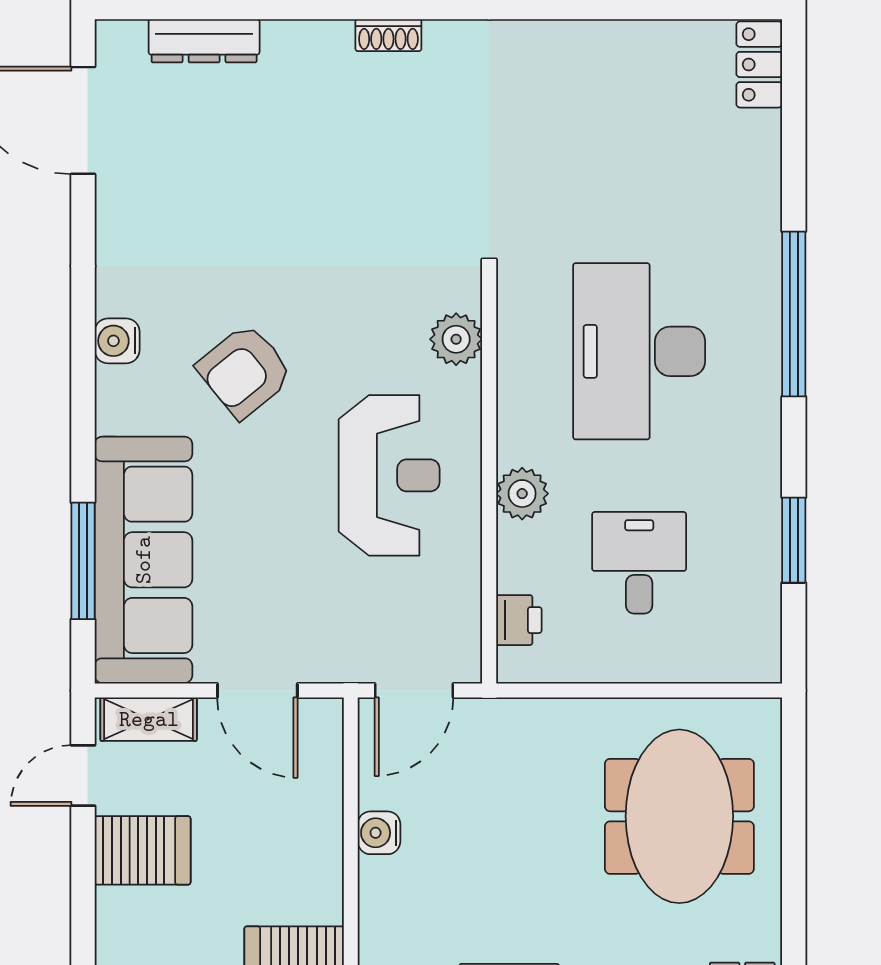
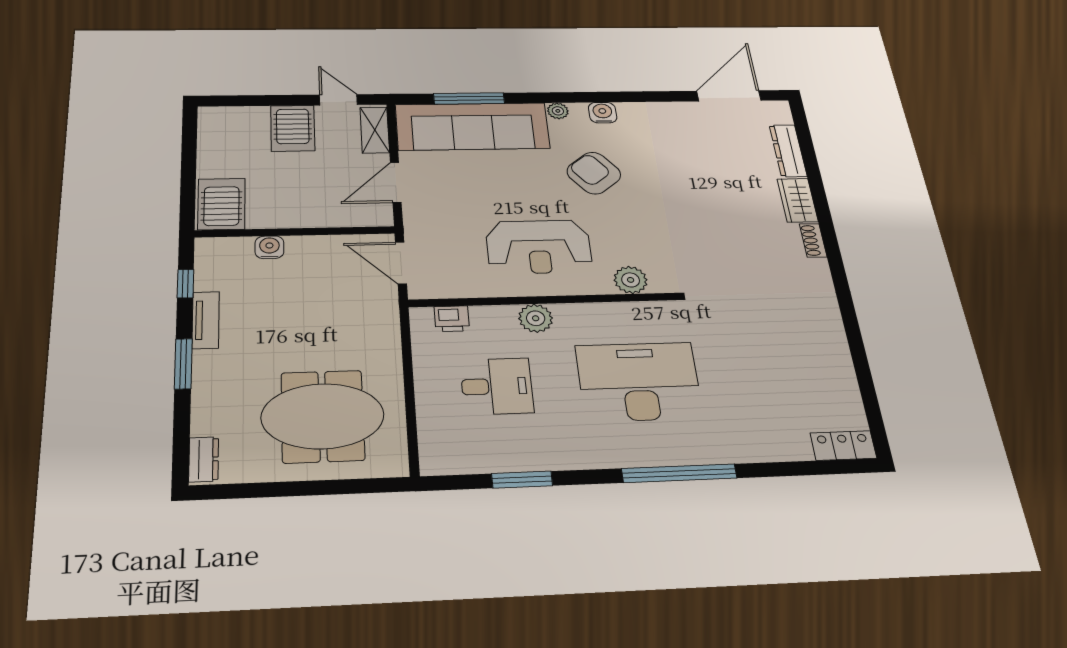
wardrobe: (307, 45) -> (798, 200), added
plant: (112, 415) -> (558, 111), added
water cooler: (379, 833) -> (269, 247), moved

